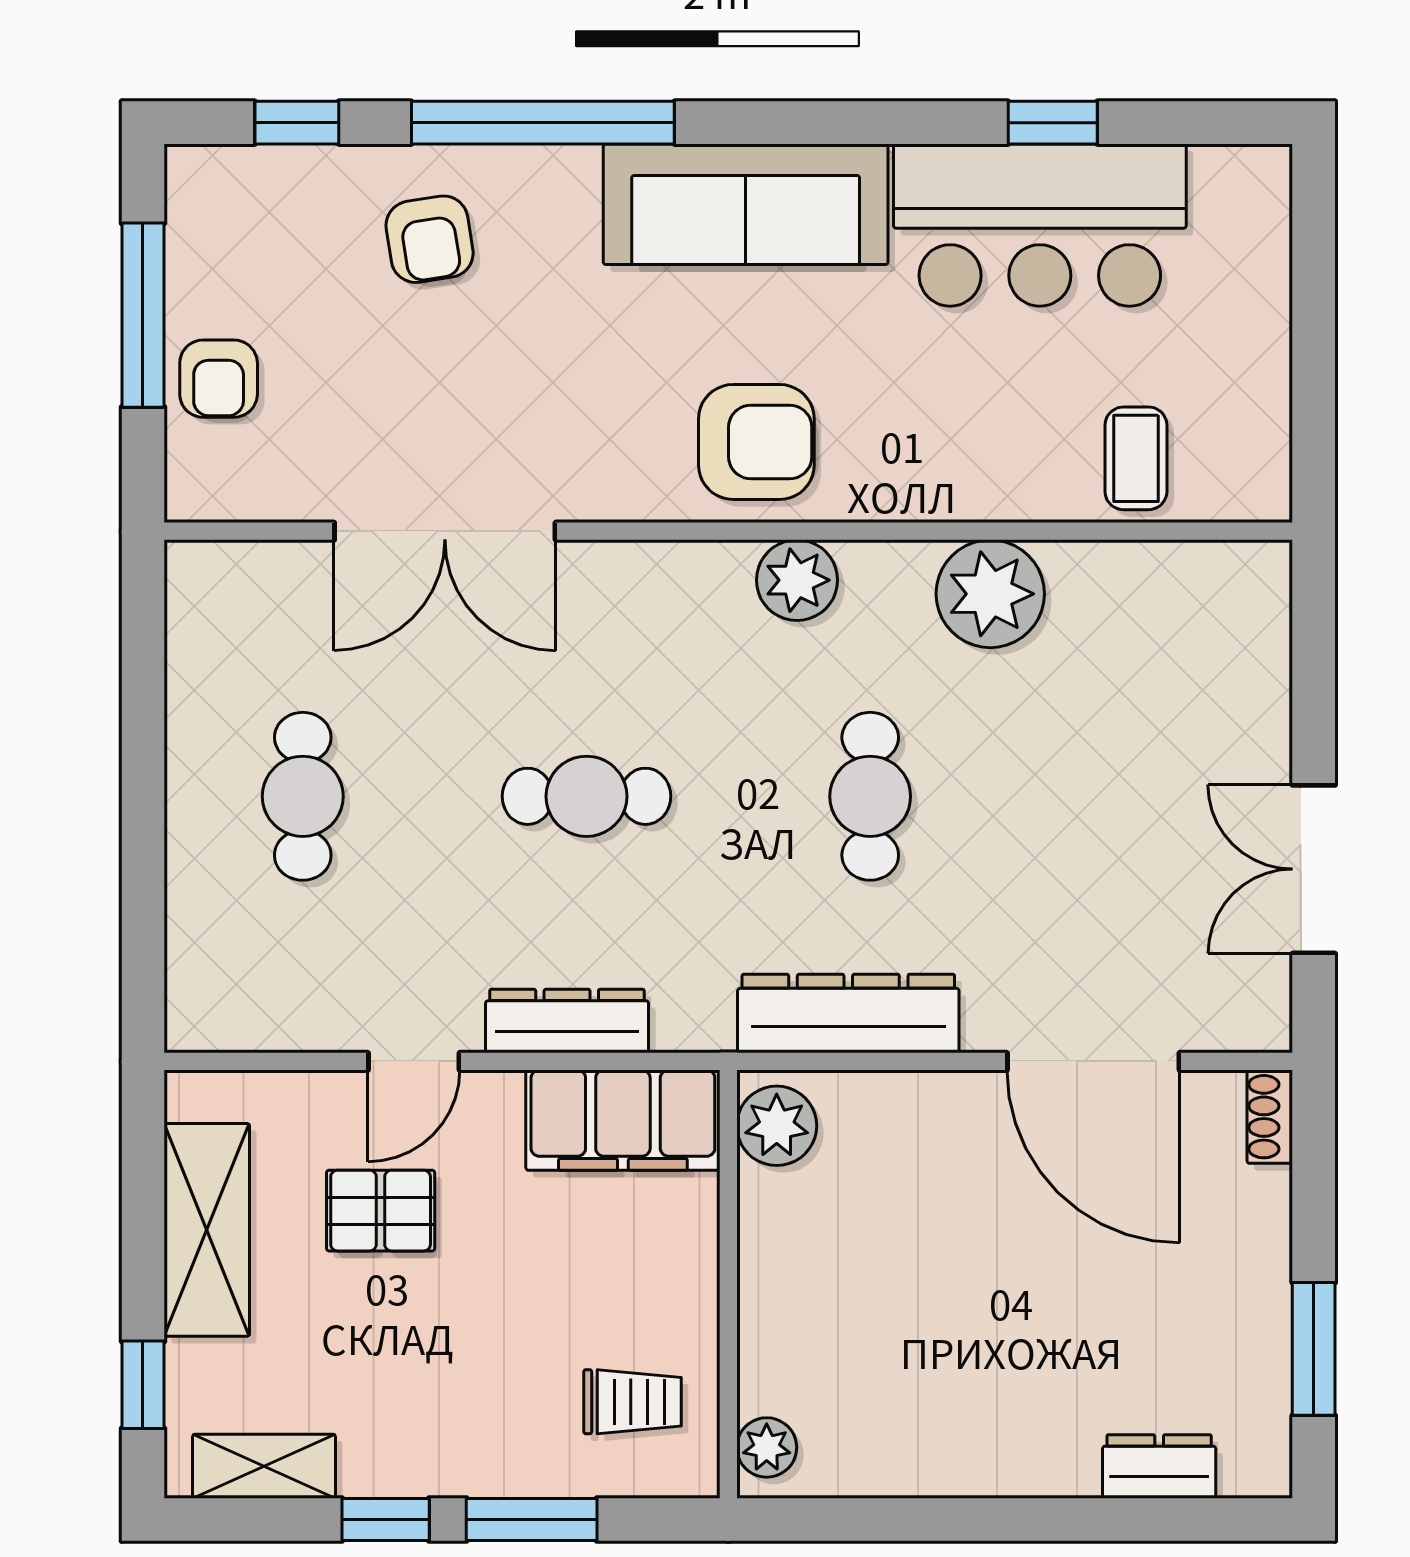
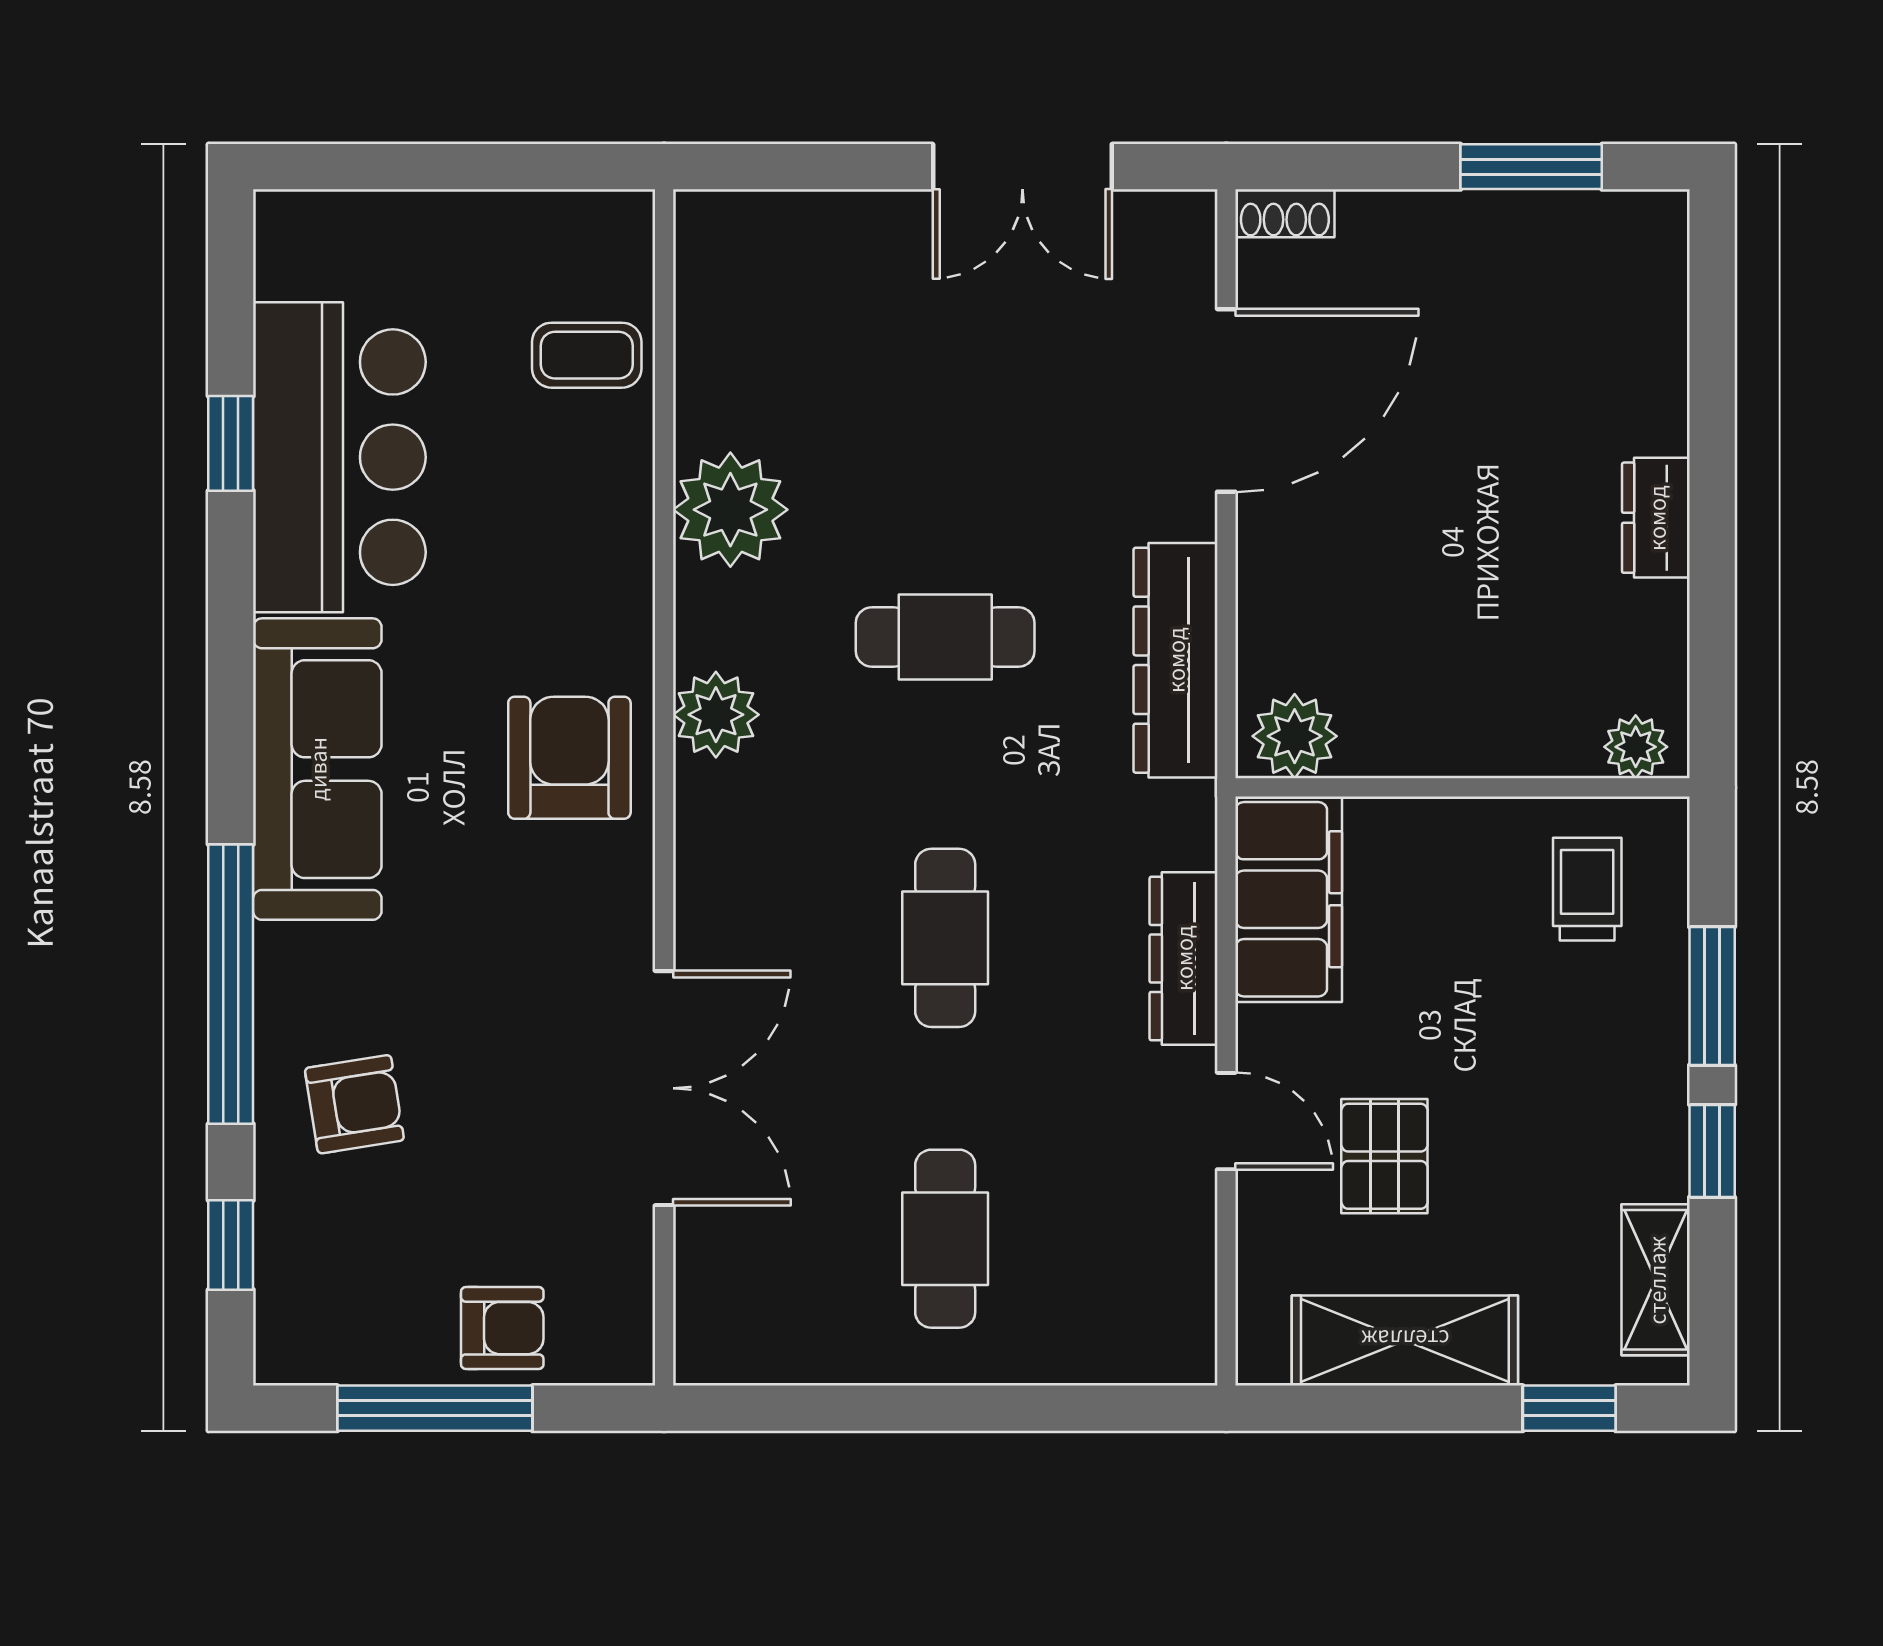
cafe table: (303, 796) -> (945, 1239), turned 90
dresser: (1159, 1466) -> (1656, 518), moved

